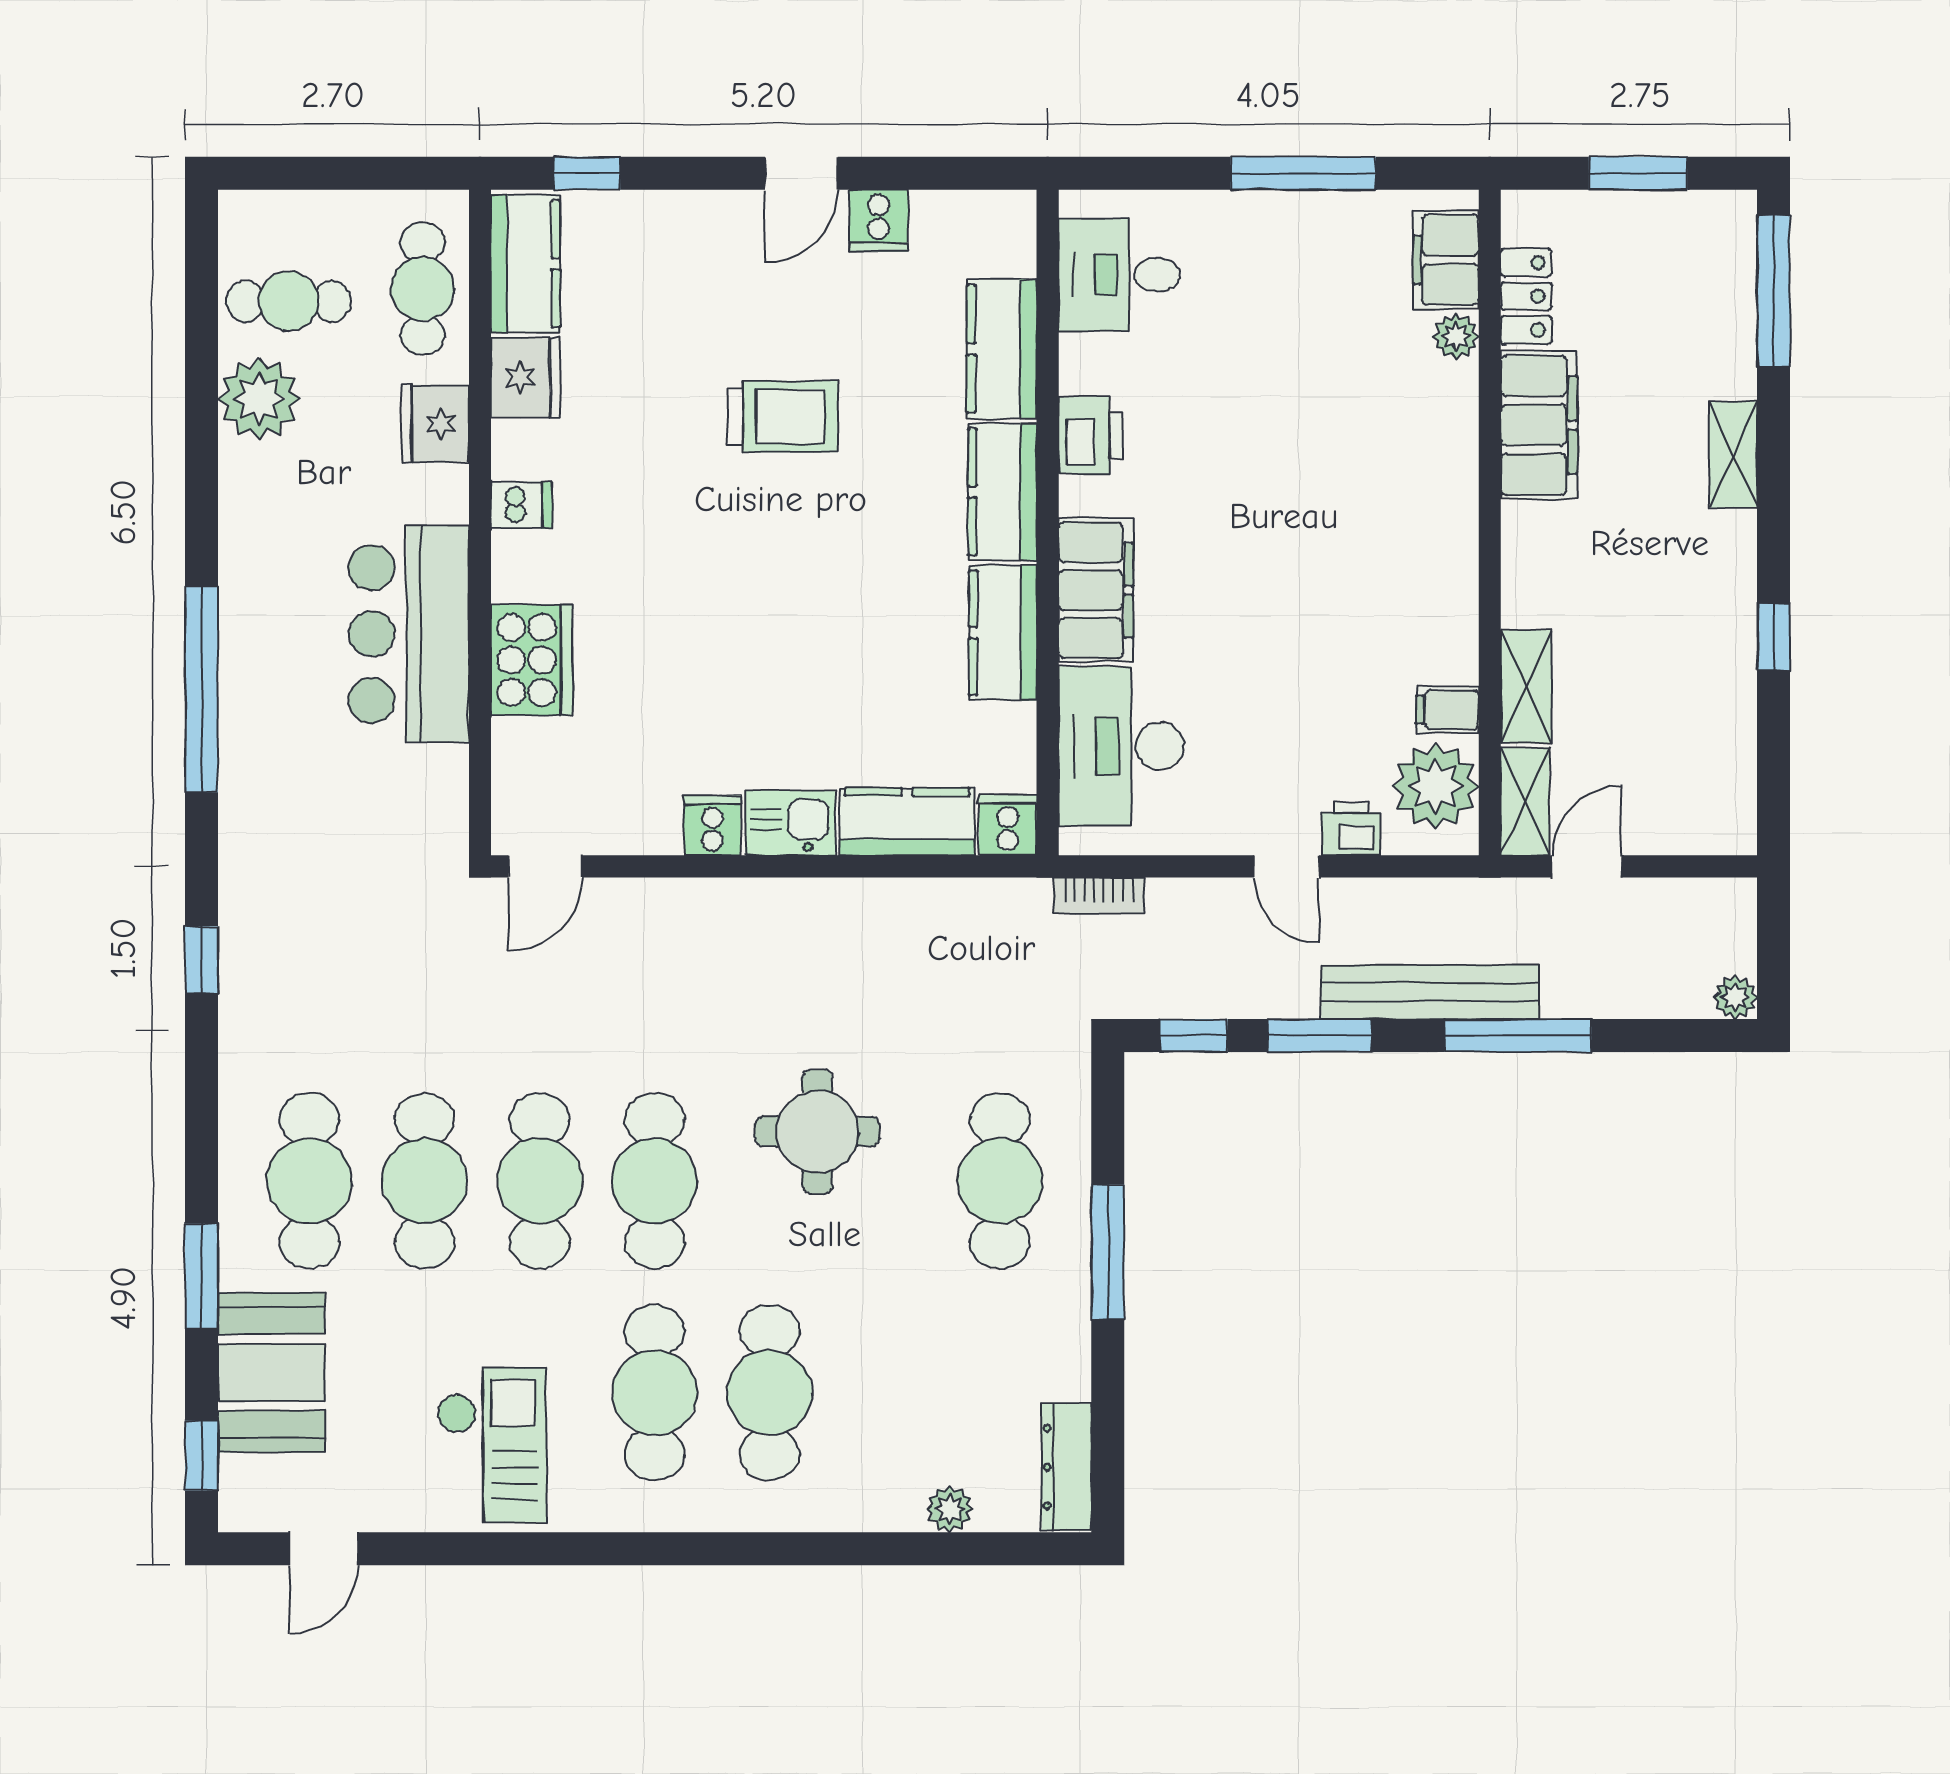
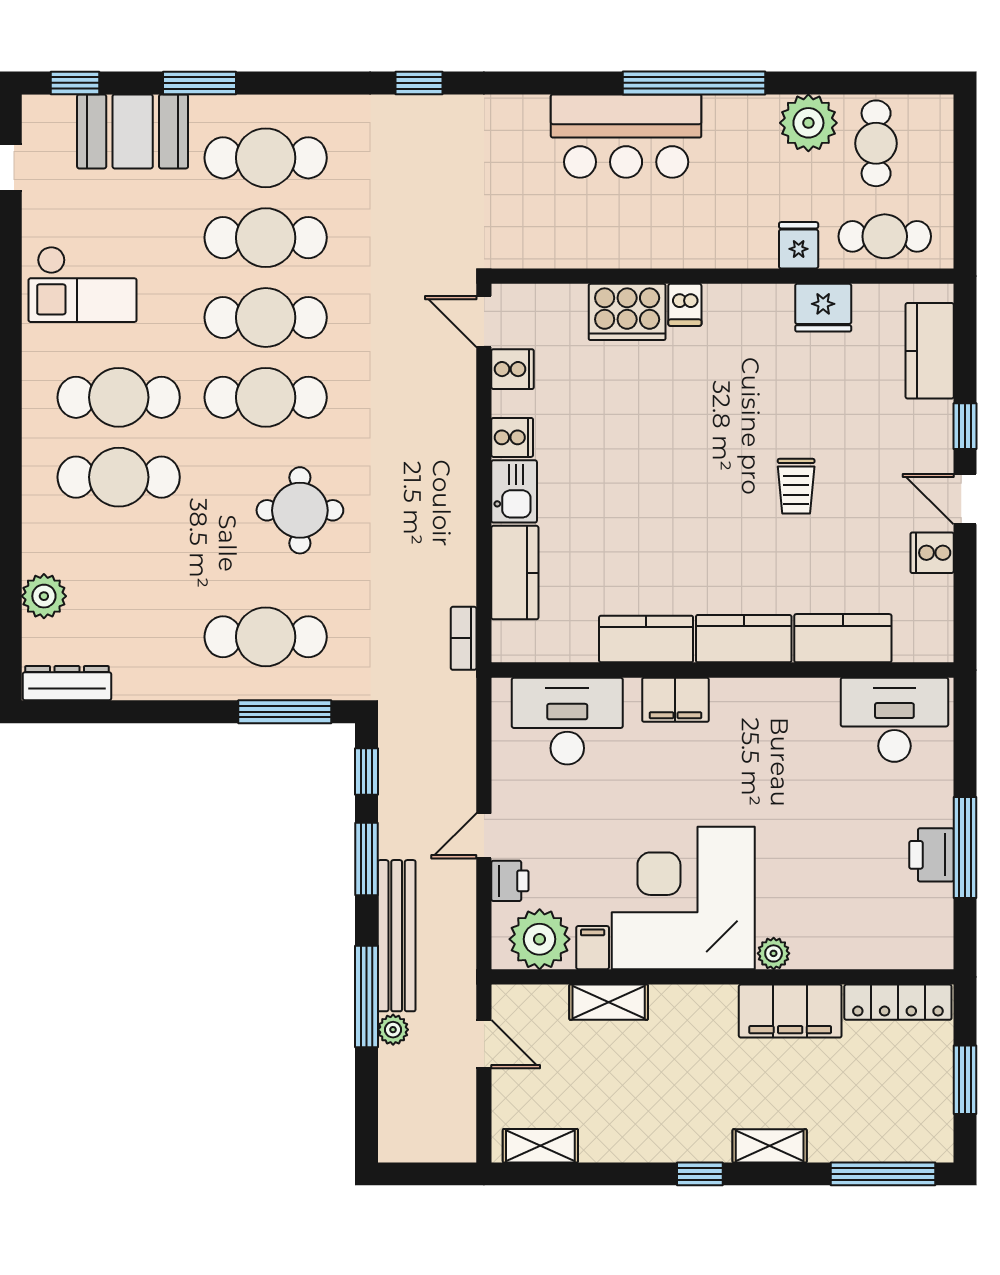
window: (587, 173) -> (965, 426), moved
filing cabinet: (1446, 260) -> (905, 947), removed
kitchen counter: (525, 264) -> (930, 351), moved, turned 90
desk: (1119, 275) -> (894, 720), width x1.37
locker: (1526, 296) -> (898, 1002), width x1.53
plant: (1456, 336) -> (774, 953), moved
trolley: (783, 416) -> (796, 486), width x0.73, depth x0.72
fridge: (435, 424) -> (799, 245), width x0.72
printer: (1090, 435) -> (931, 855), moved, turned 90
dishwasher: (521, 505) -> (685, 305), moved
corner desk: (1376, 579) -> (683, 898), added
filing cabinet: (1096, 590) -> (675, 700), width x0.67, depth x0.86
bar counter: (409, 634) -> (626, 136), moved, turned 180
window: (1774, 637) -> (700, 1174), moved
window: (202, 689) -> (694, 83), moved
shelving: (1525, 802) -> (540, 1146), moved
cooker: (1008, 825) -> (513, 369), moved
bookcase: (1099, 896) -> (464, 638), moved
plant: (1735, 997) -> (393, 1030), moved
window: (1108, 1252) -> (285, 712), moved
plant: (950, 1509) -> (44, 596), width x1.38, depth x1.38

